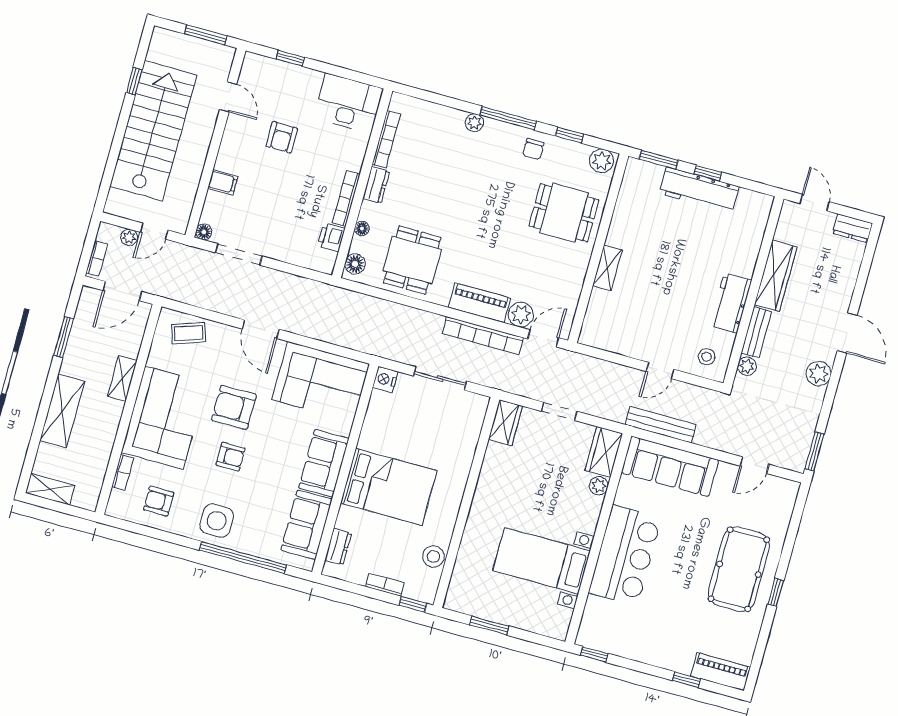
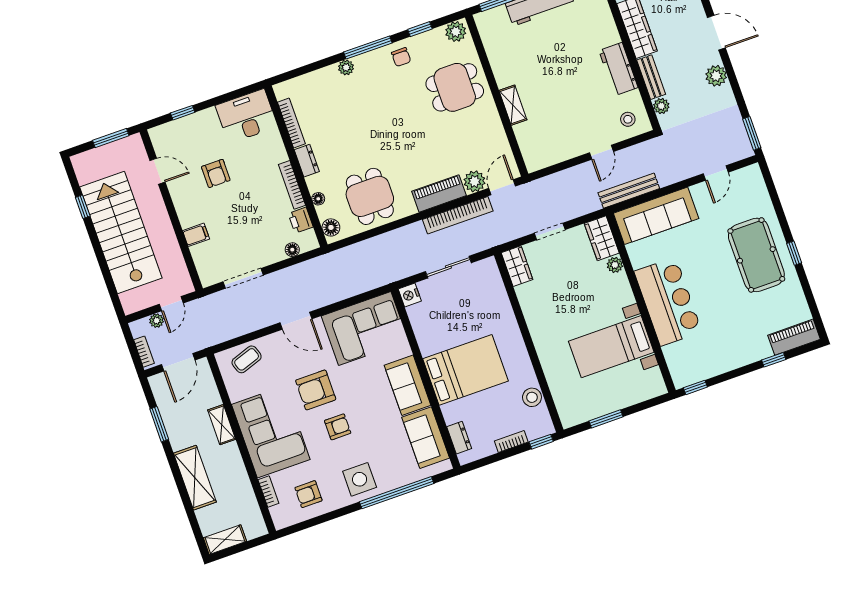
floor lamp: (204, 232) -> (292, 250), moved

